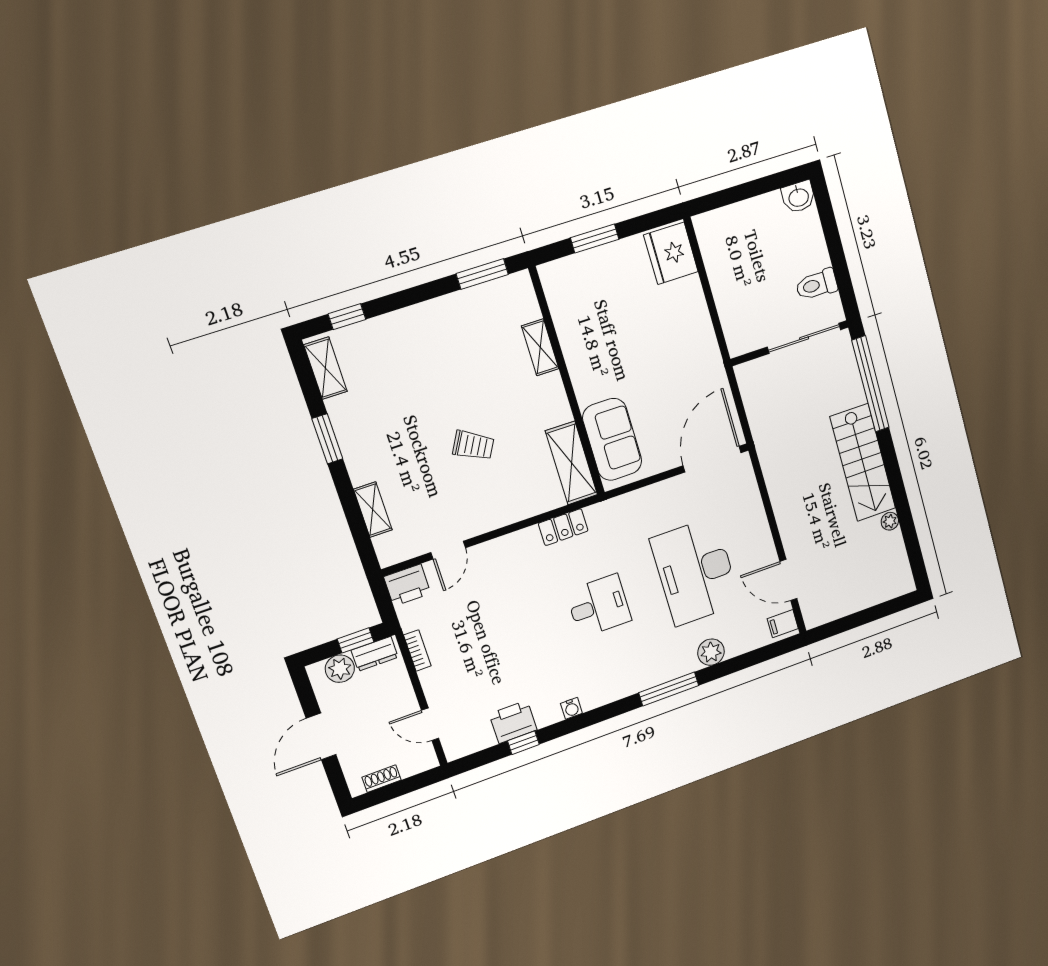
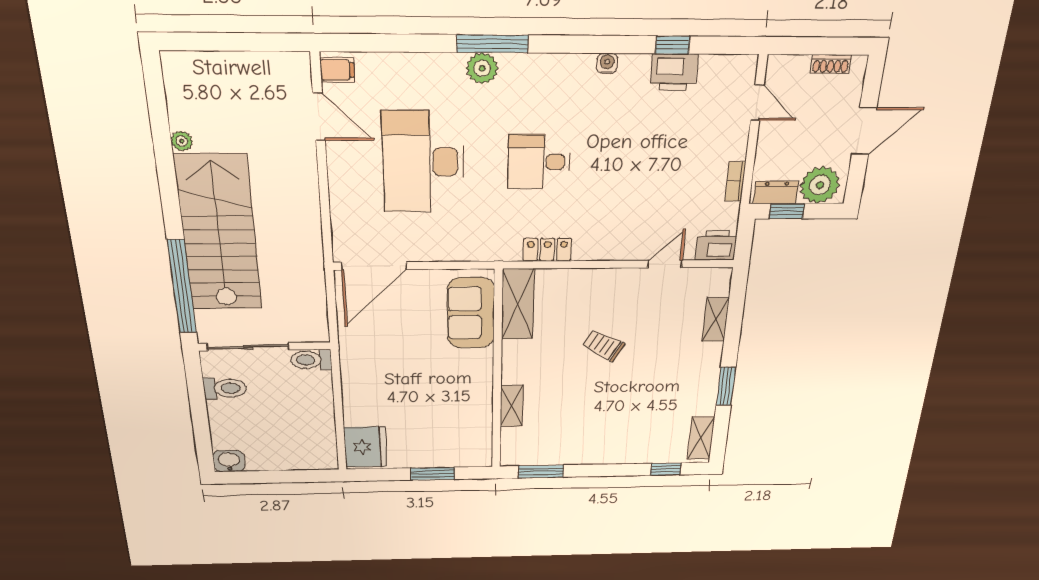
toilet: (745, 341) -> (311, 360), added
stairs: (863, 463) -> (219, 234), width x1.36, depth x1.51
desk: (695, 571) -> (423, 162), turned 180
plant: (711, 652) -> (482, 68), moved
plant: (340, 669) -> (820, 185), width x1.36, depth x1.36

